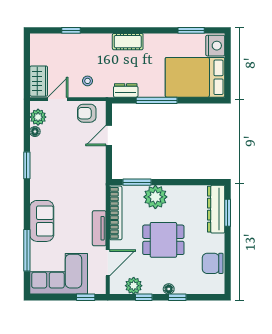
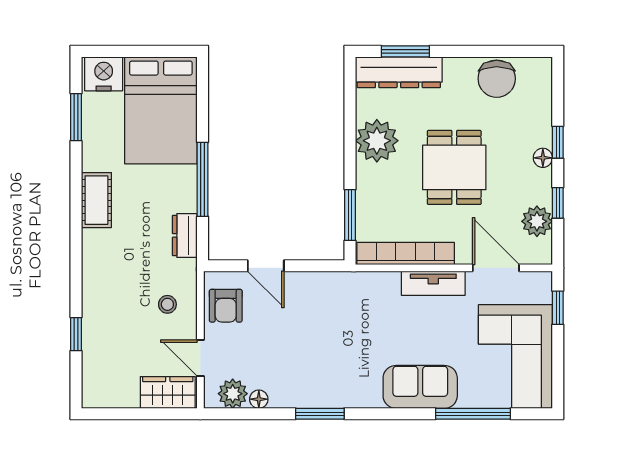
cot: (128, 42) -> (96, 200), moved
plant: (155, 197) -> (377, 141), moved

